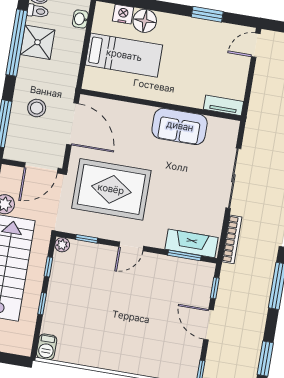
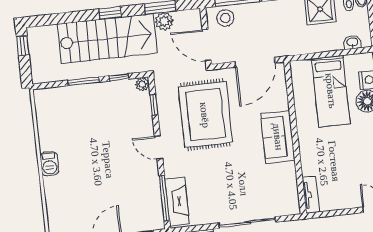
stool: (37, 108) -> (225, 18), moved
sofa: (180, 126) -> (278, 137), moved
window: (184, 255) -> (164, 198), width x1.44
window: (42, 304) -> (84, 81), width x1.50
barbecue: (47, 347) -> (49, 164), moved, turned -90

